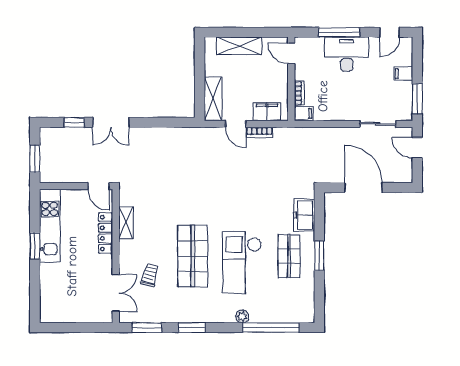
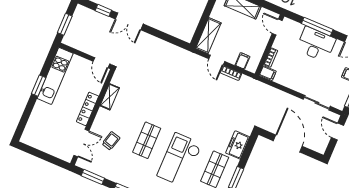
filing cabinet: (267, 112) -> (242, 61), width x0.50
locker: (106, 233) -> (88, 109), moved
shop shelf: (193, 256) -> (147, 140), width x0.70, depth x0.74

